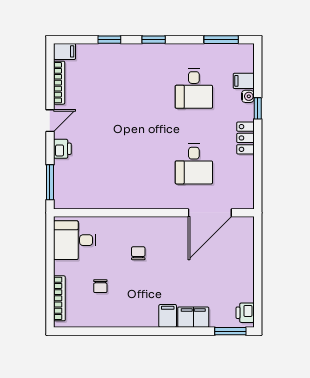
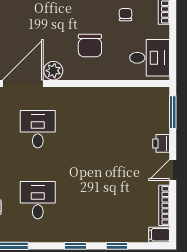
plant: (177, 226) -> (53, 71), added
chair: (138, 253) -> (90, 46), width x1.87, depth x1.87

